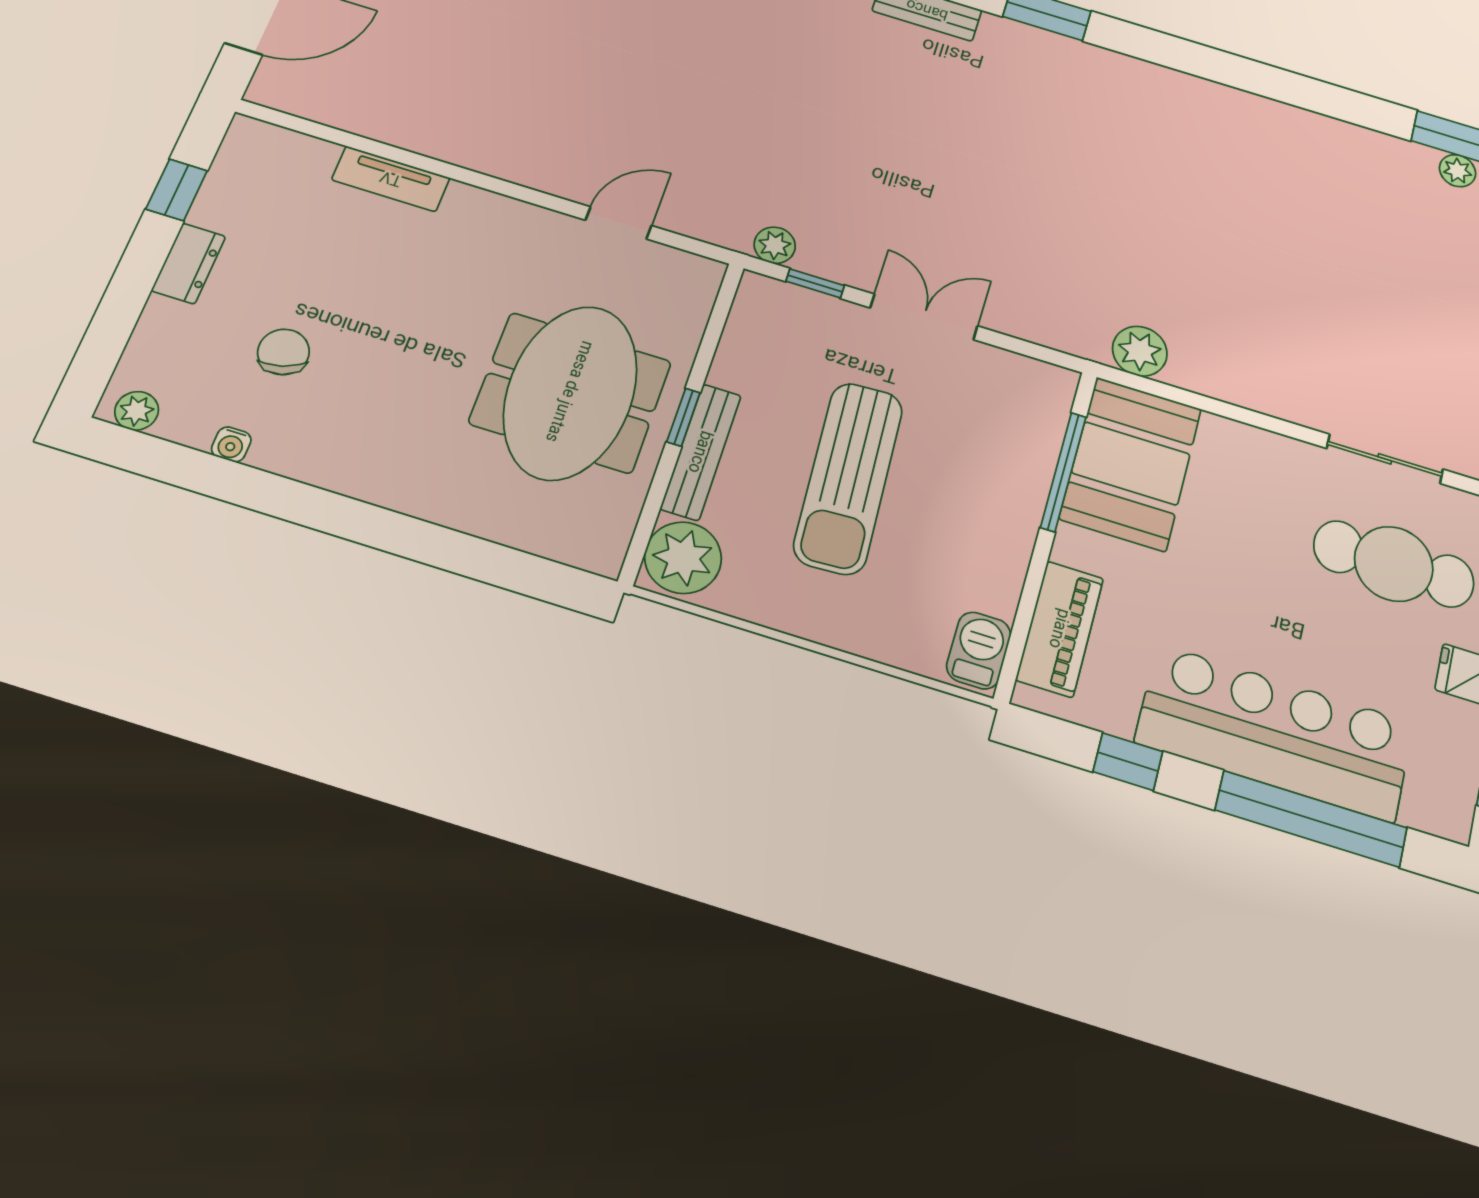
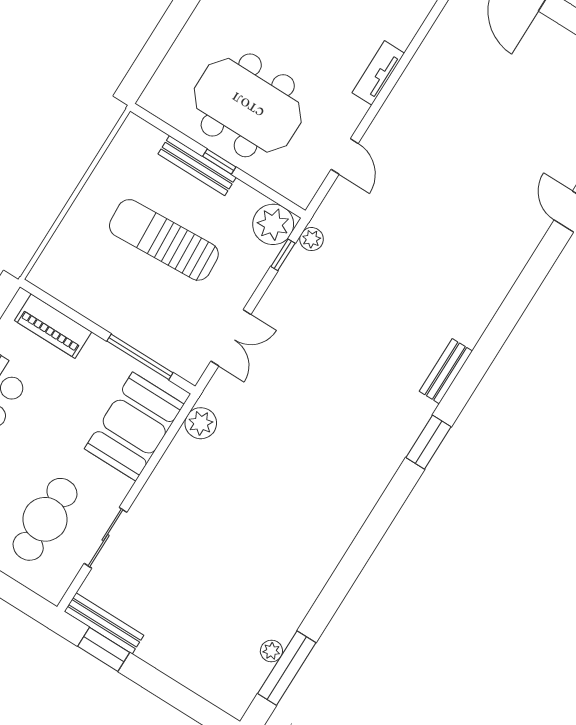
tv unit: (391, 179) -> (378, 73), moved
double door: (924, 317) -> (231, 338), moved
booth: (1131, 463) -> (134, 427), moved, turned 90
plant: (683, 558) -> (273, 224), moved
barbecue: (979, 650) -> (52, 280), removed

